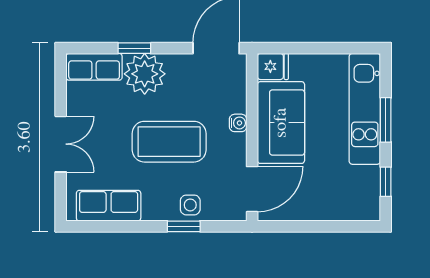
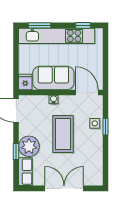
kitchen unit: (365, 109) -> (57, 36), width x1.36
window: (386, 120) -> (39, 25), moved
double door: (61, 144) -> (64, 188), width x1.37
row of seats: (109, 206) -> (95, 164), removed

